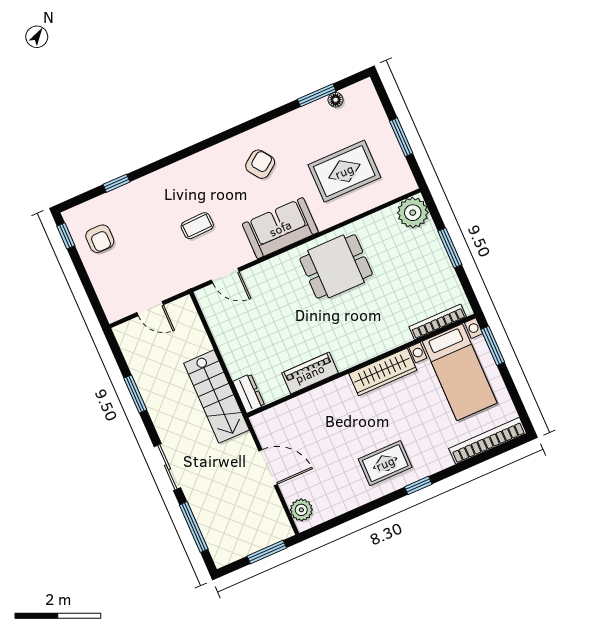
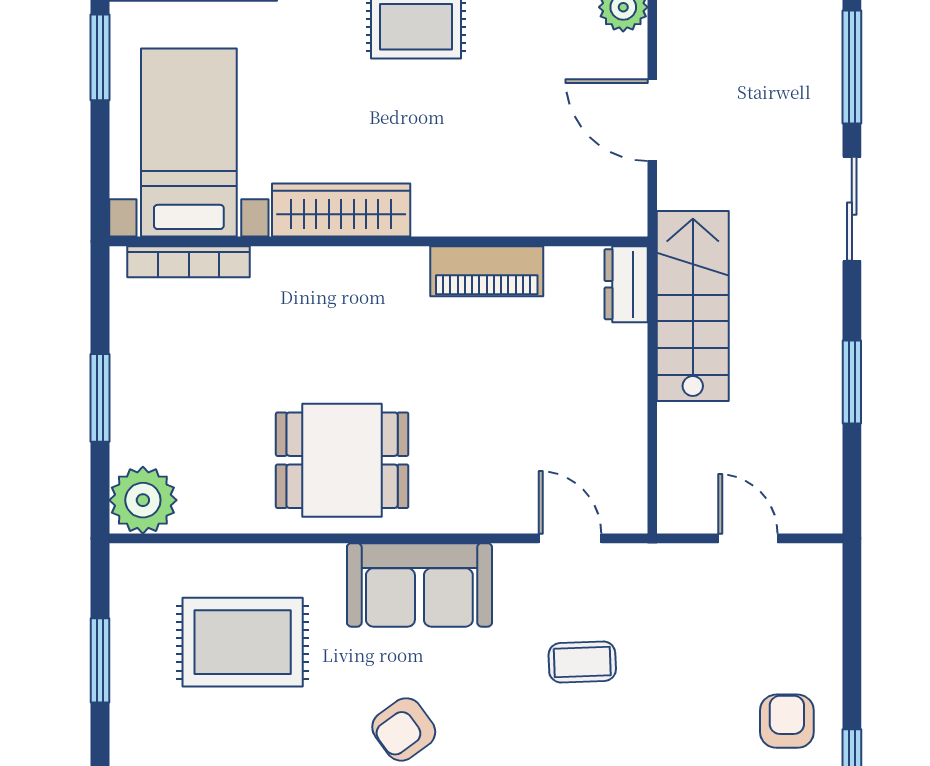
window: (493, 346) -> (100, 57), moved

